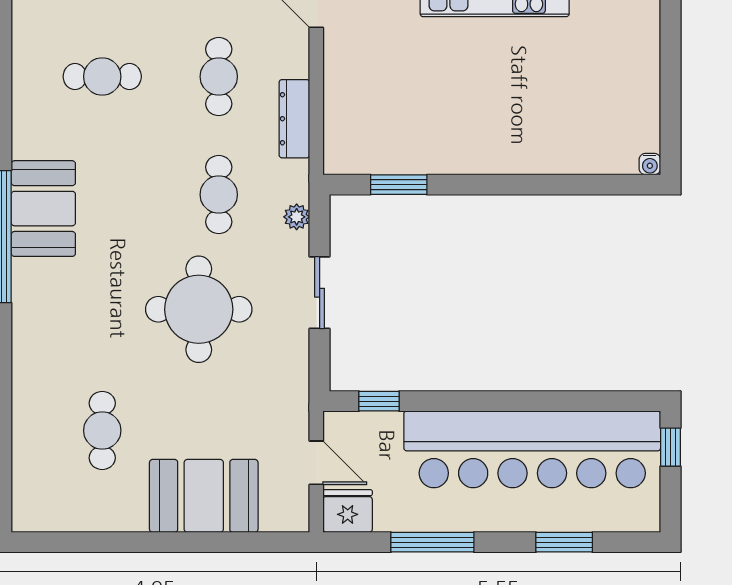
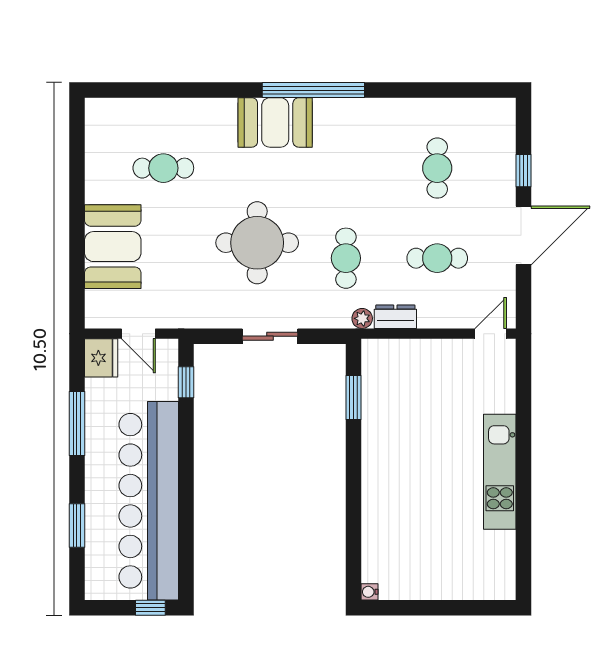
dresser: (294, 119) -> (395, 317), width x0.70
cafe table: (219, 195) -> (346, 258), turned 90
booth: (43, 209) -> (275, 122), moved
plant: (297, 217) -> (362, 318), moved
door: (316, 463) -> (138, 334), hinge flipped

